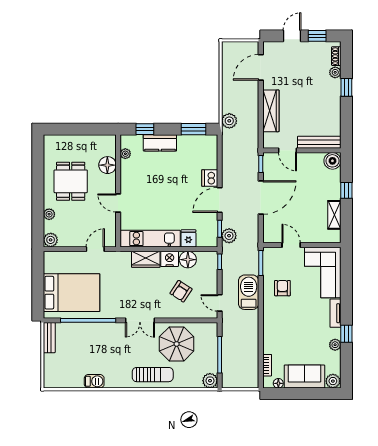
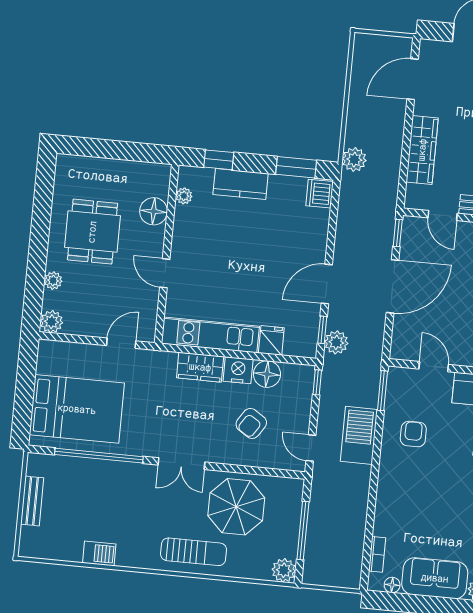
dishwasher: (210, 178) -> (320, 194), moved
bench: (49, 338) -> (32, 501), moved

